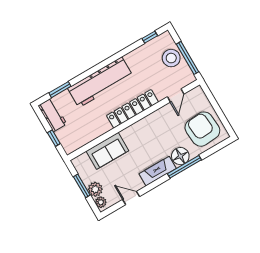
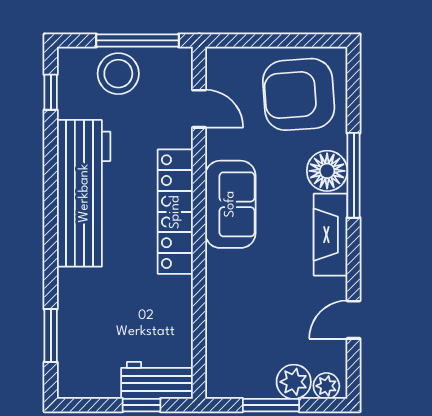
workbench: (100, 82) -> (84, 193), moved
workbench: (52, 115) -> (157, 380), moved
sofa: (107, 151) -> (230, 204), moved

